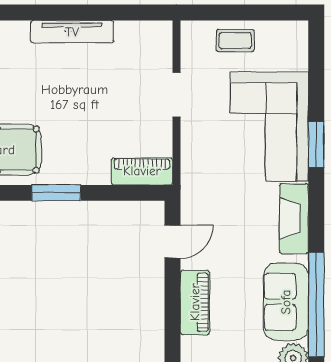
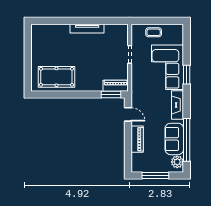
window: (56, 193) -> (111, 94), moved
door: (173, 242) -> (128, 114), hinge flipped

